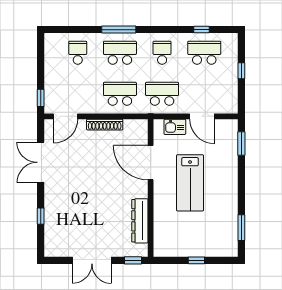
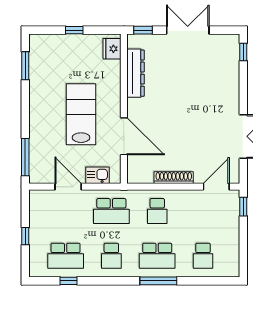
school desk: (120, 94) -> (157, 211), width x0.54
window: (241, 143) -> (25, 157), width x1.44
window: (41, 216) -> (243, 52), moved
fridge: (161, 243) -> (112, 49), added

